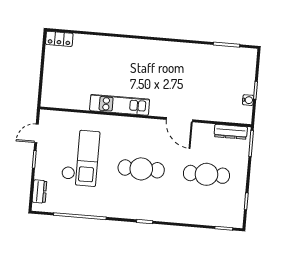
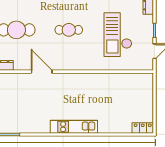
kitchen unit: (120, 105) -> (74, 127), moved, turned 180
cafe table: (141, 169) -> (69, 30), width x0.73, depth x0.74

